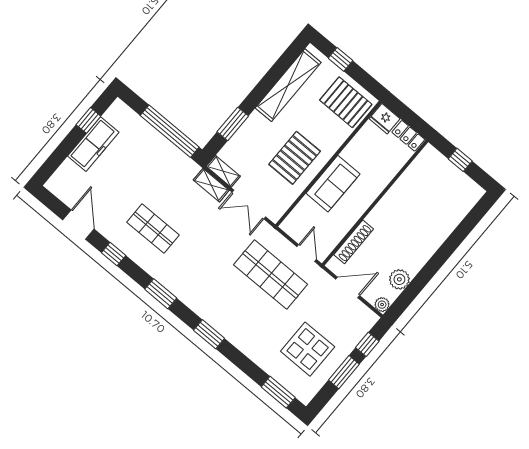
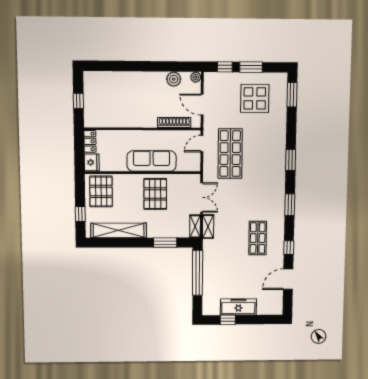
pallet: (295, 158) -> (155, 194), turned 90
sofa: (333, 184) -> (152, 161), width x1.36

